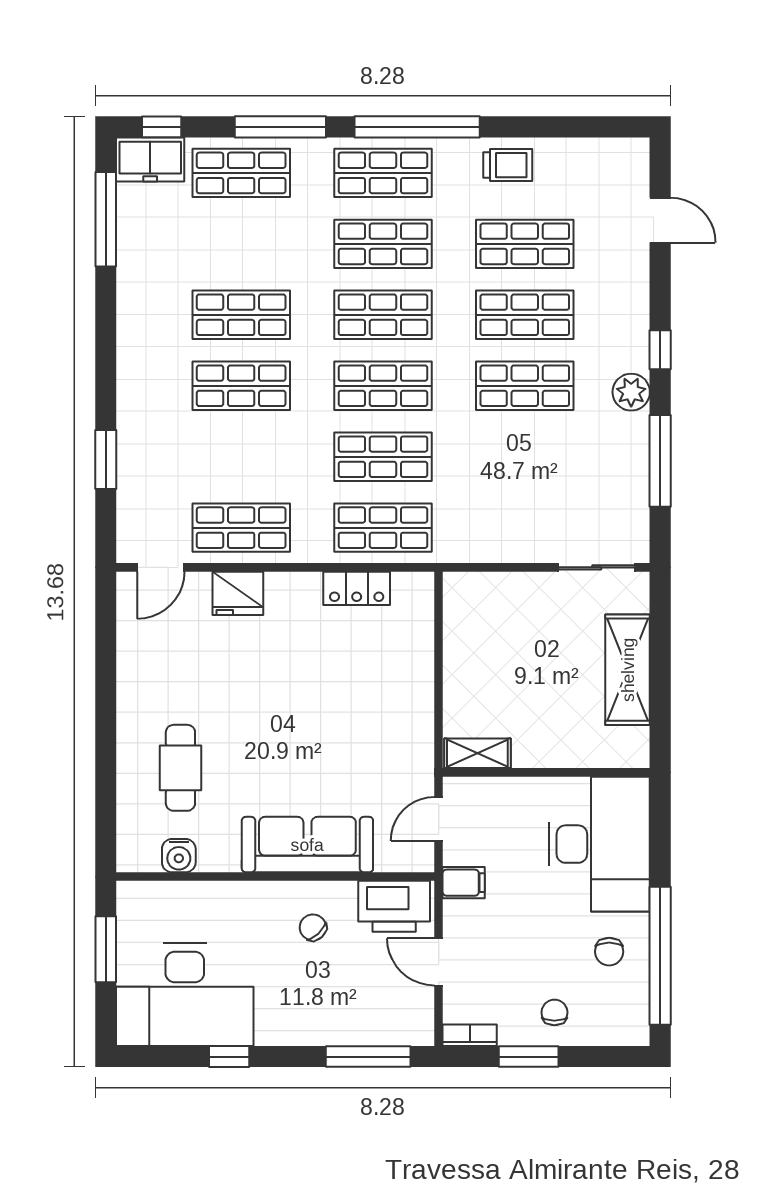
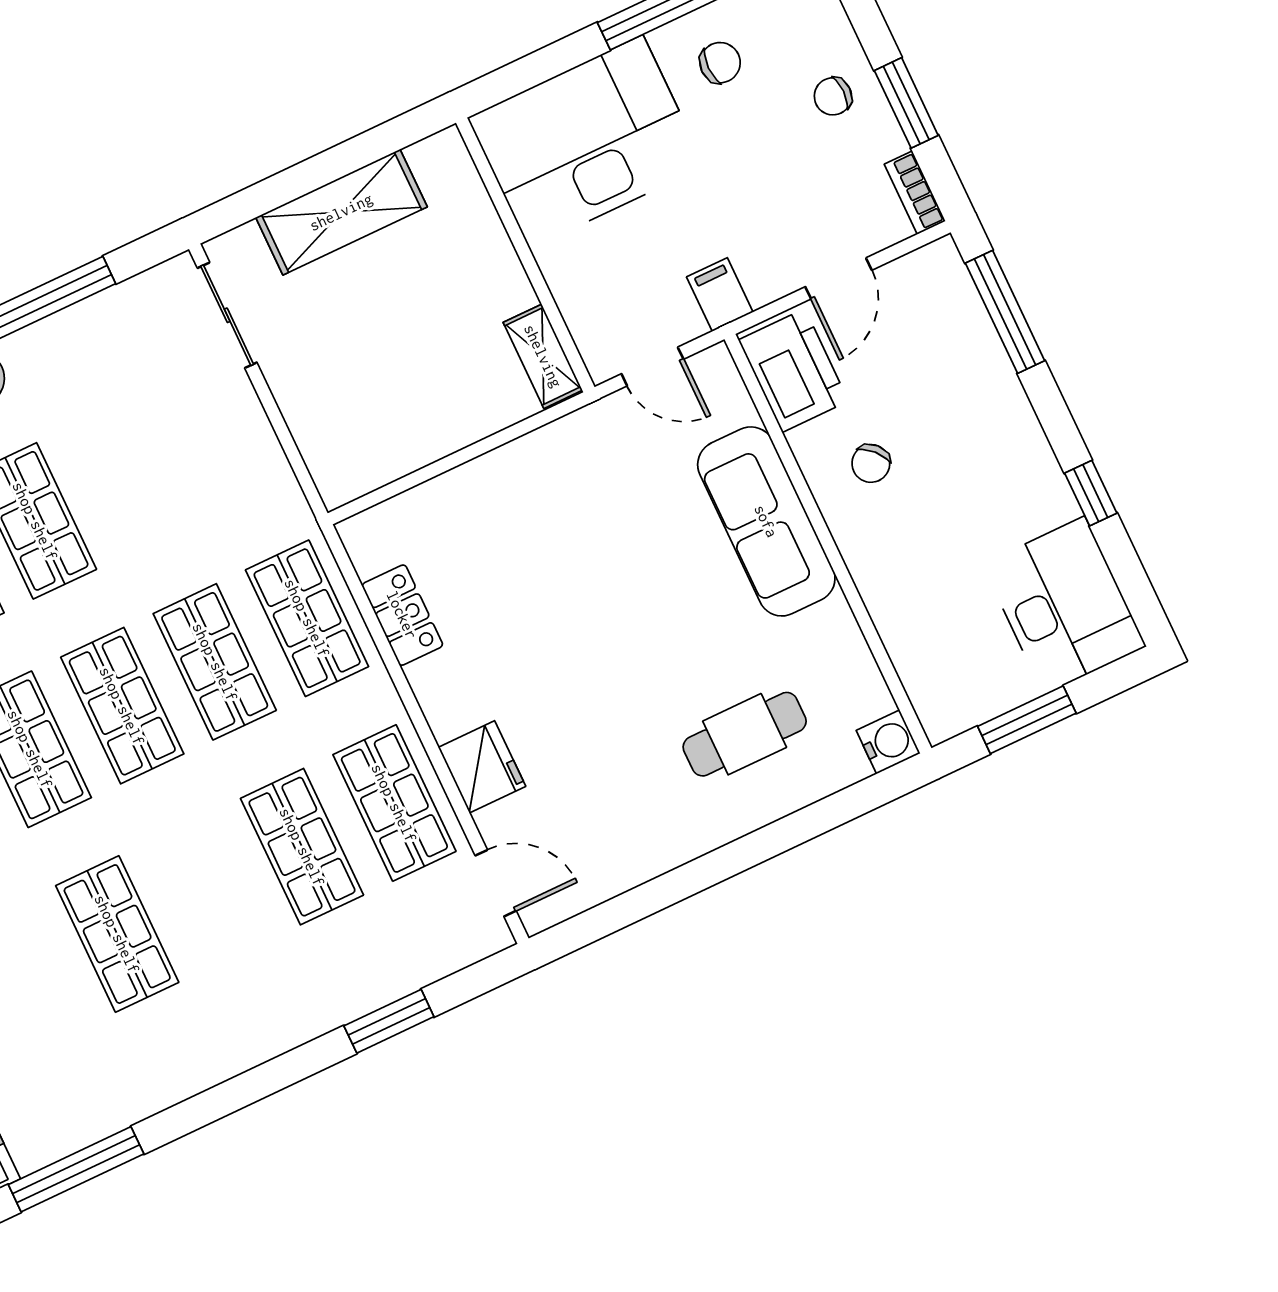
shop shelf: (241, 386) -> (302, 847), moved
water cooler: (179, 856) -> (888, 742), moved
desk: (185, 995) -> (1064, 605), width x0.73, depth x0.77

